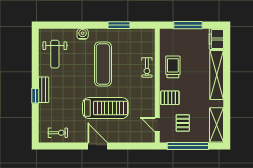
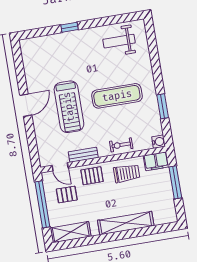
water cooler: (83, 34) -> (159, 142), moved
filing cabinet: (216, 39) -> (156, 161), moved, turned 180
bench: (44, 90) -> (83, 155), moved
pallet: (170, 98) -> (92, 176), turned 90
door: (157, 125) -> (60, 167), swing flipped
exercise bike: (58, 133) -> (33, 59), removed

